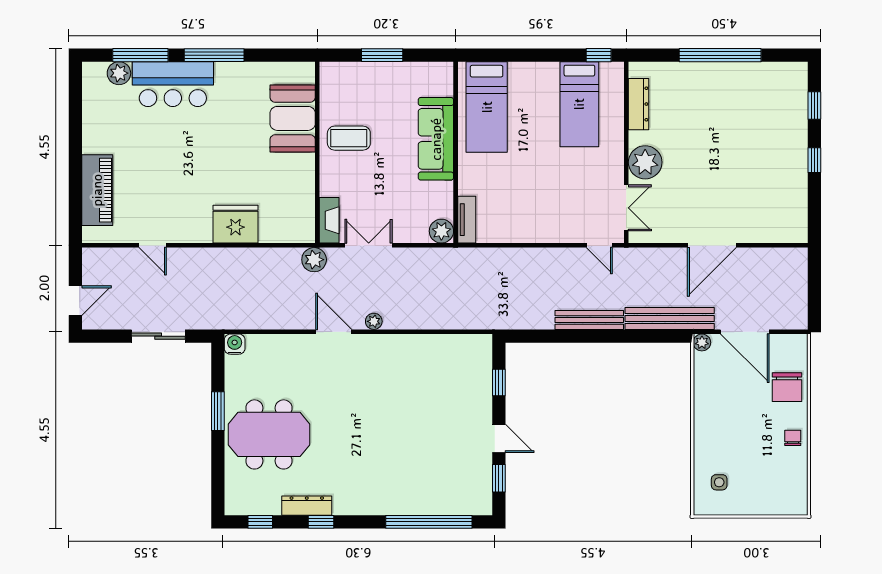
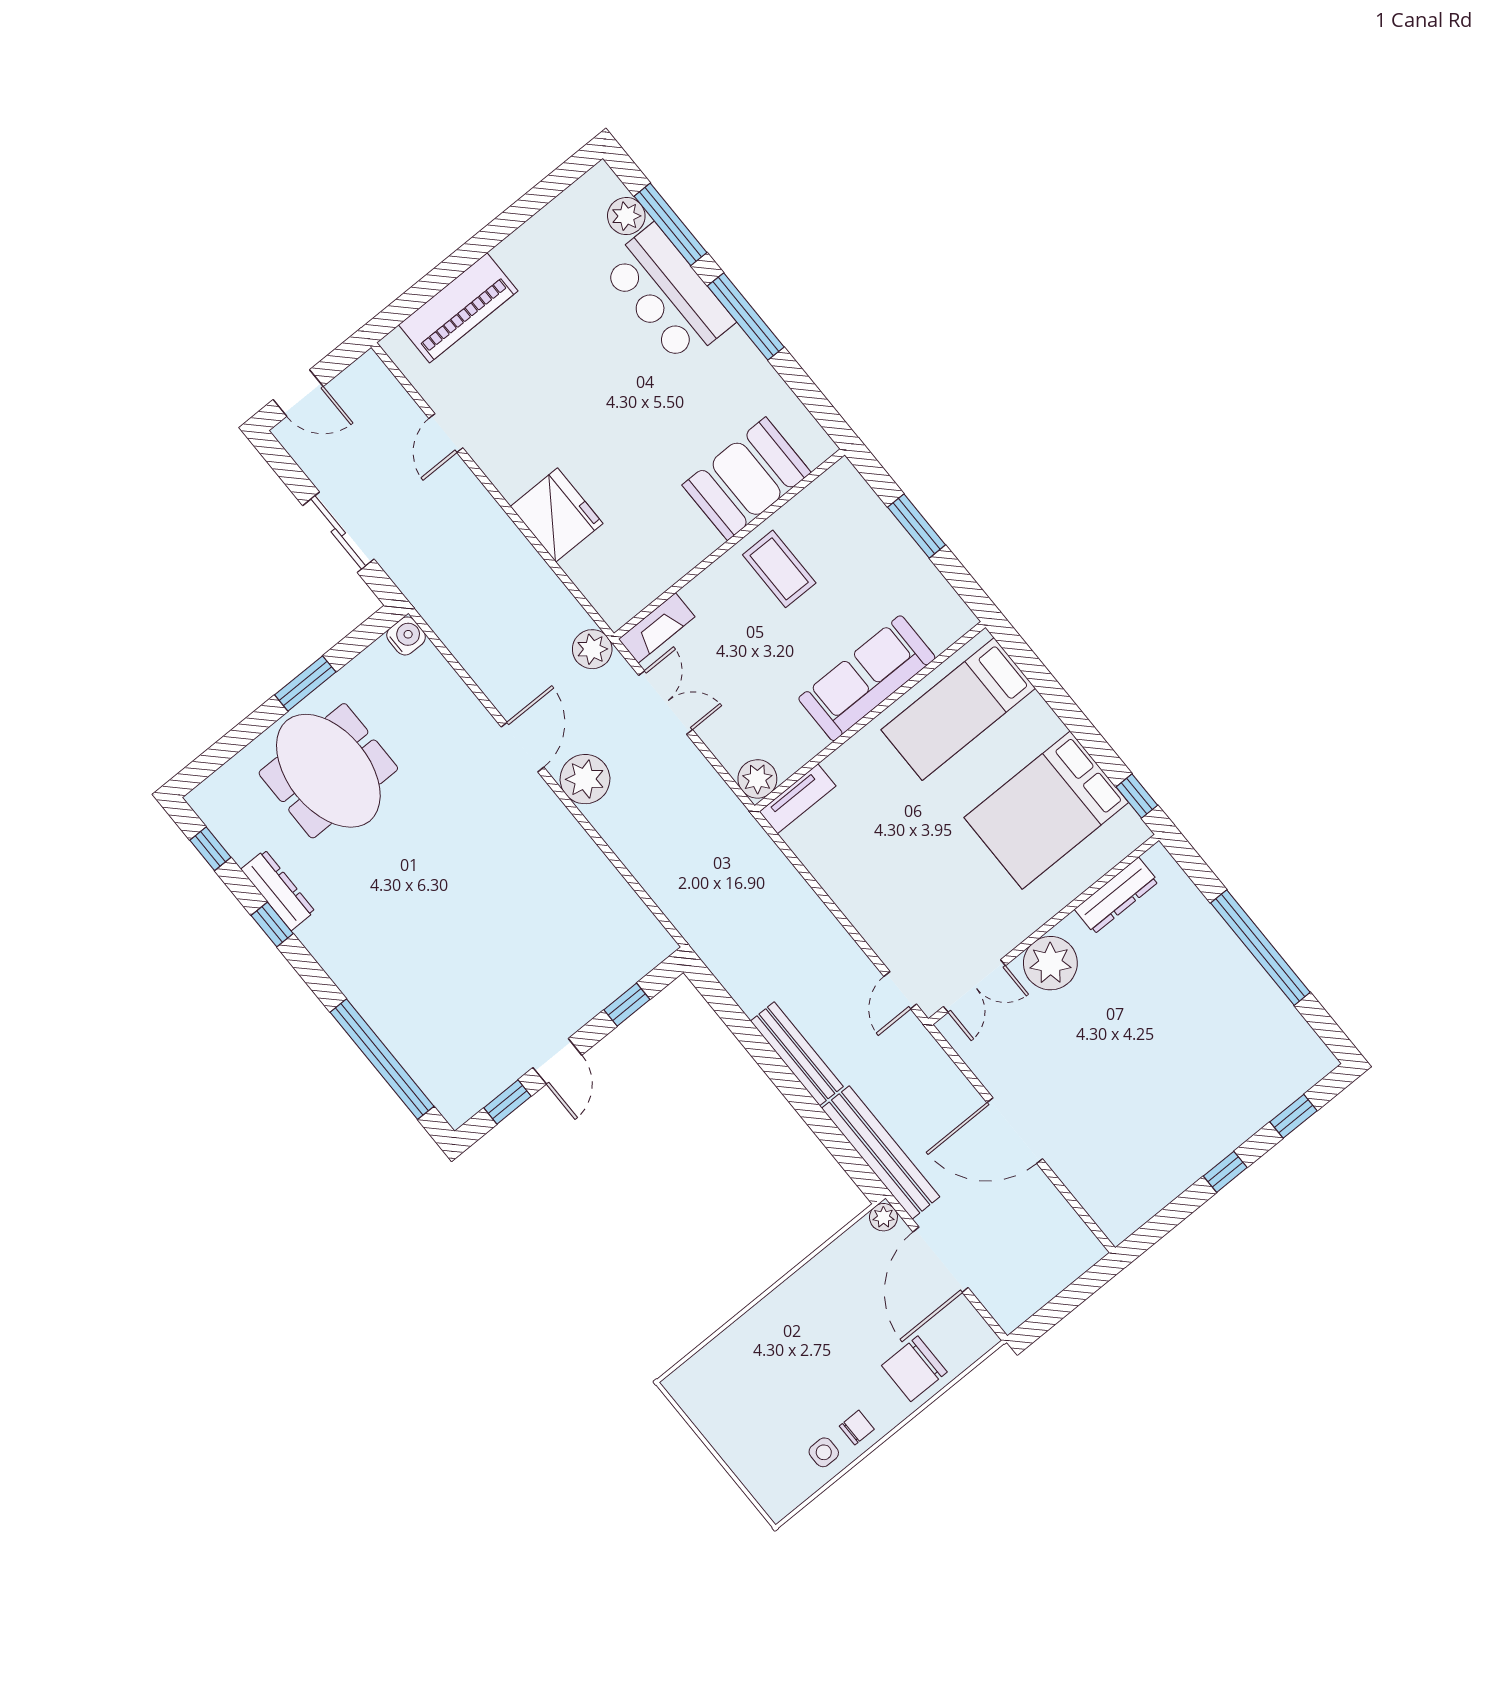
bed: (579, 104) -> (1046, 810), width x1.50
plant: (374, 321) -> (585, 779), width x1.88, depth x1.88
side table: (719, 482) -> (824, 1452), moved

